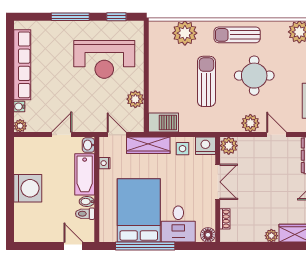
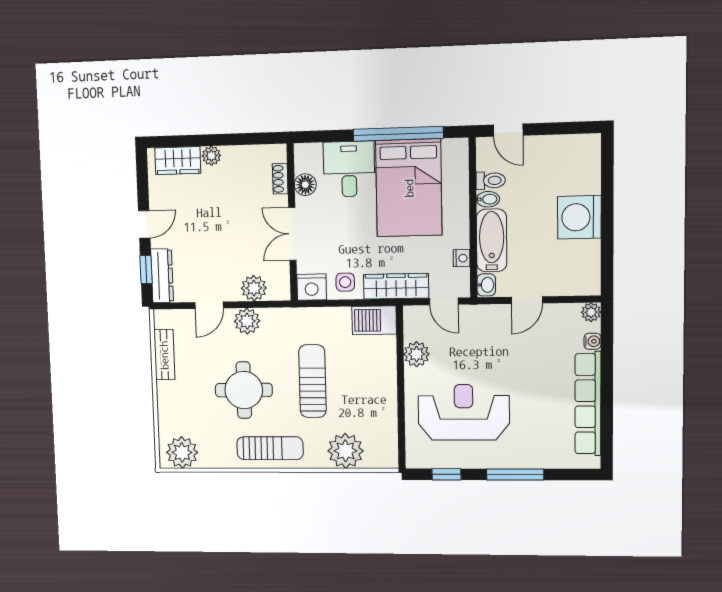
sun lounger: (206, 81) -> (312, 381), turned 180
door: (276, 135) -> (209, 305), hinge flipped
plant: (229, 146) -> (254, 288), moved
floor lamp: (208, 235) -> (305, 185), moved

